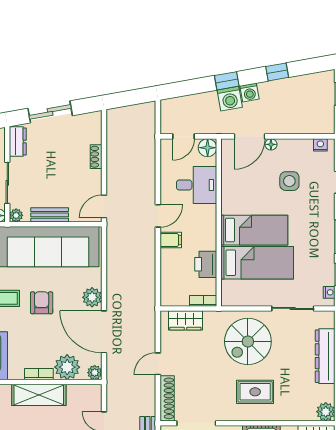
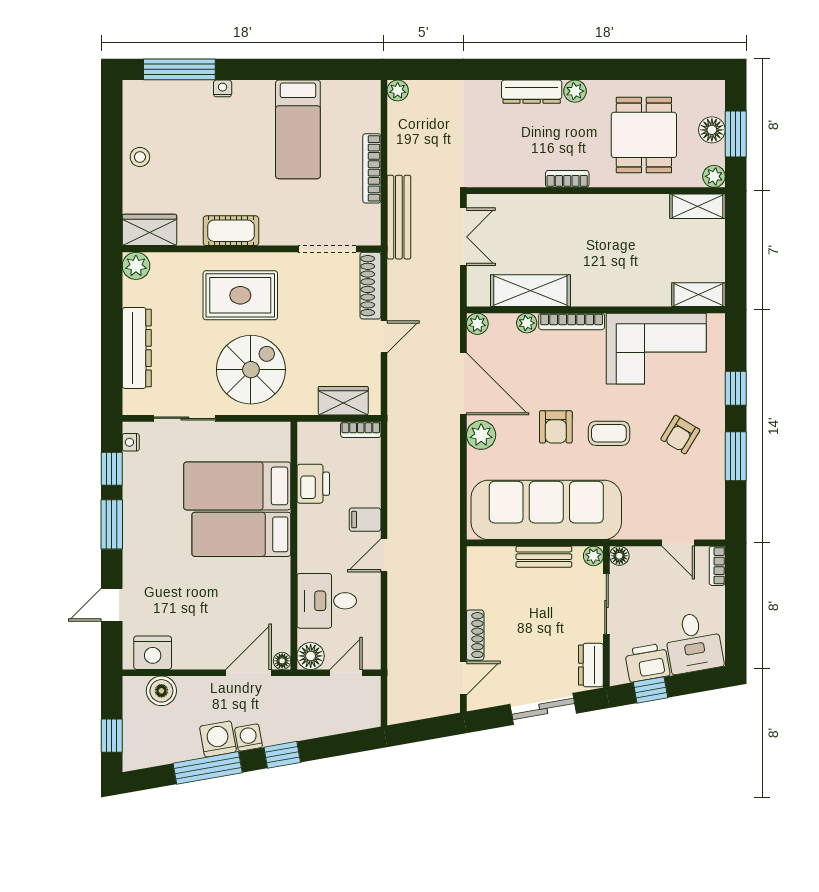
window: (277, 72) -> (208, 768), width x2.17
washing machine: (230, 99) -> (218, 739), moved
boiler: (308, 124) -> (161, 691), added
floor lamp: (271, 144) -> (282, 661), moved
nightstand: (320, 145) -> (153, 653), width x1.89, depth x1.79
shoe rack: (96, 157) -> (475, 635), width x1.43
side table: (289, 181) -> (190, 607), removed
door: (104, 207) -> (463, 678), moved
bookcase: (203, 301) -> (361, 430), moved
plant: (67, 367) -> (527, 323), width x0.53, depth x0.53
bookcase: (39, 374) -> (572, 321), width x1.56
rug: (255, 392) -> (240, 295), width x1.36, depth x1.43
shelving: (39, 395) -> (530, 291), moved

